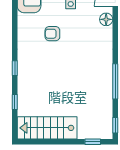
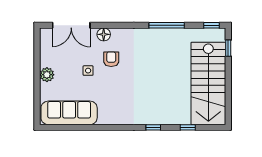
armchair: (52, 34) -> (111, 59), moved, turned 180
stairs: (47, 128) -> (208, 83), width x1.36, depth x1.51

